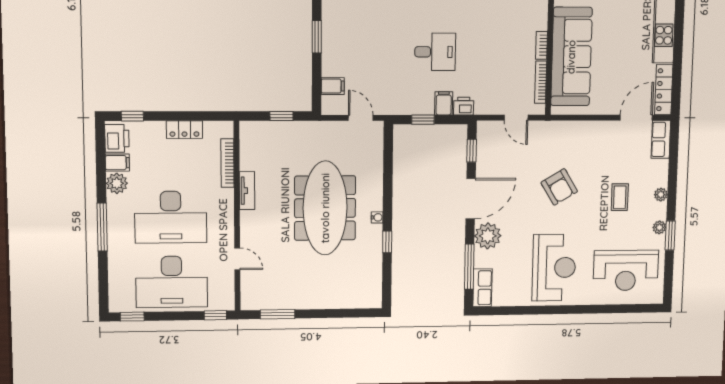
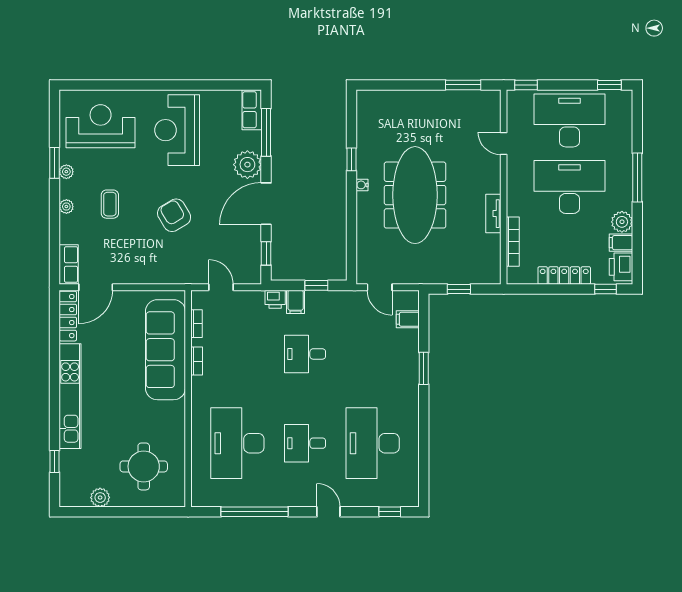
bookcase: (541, 82) -> (197, 324), width x0.64
locker: (184, 130) -> (564, 276), width x1.53

